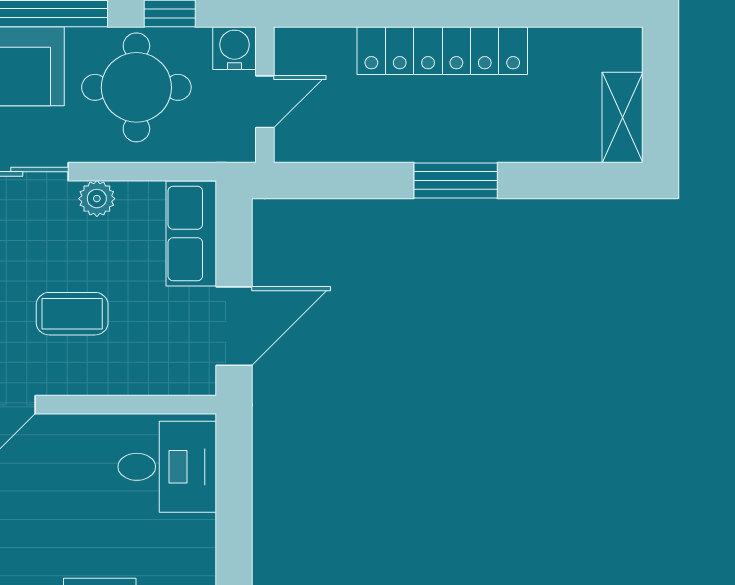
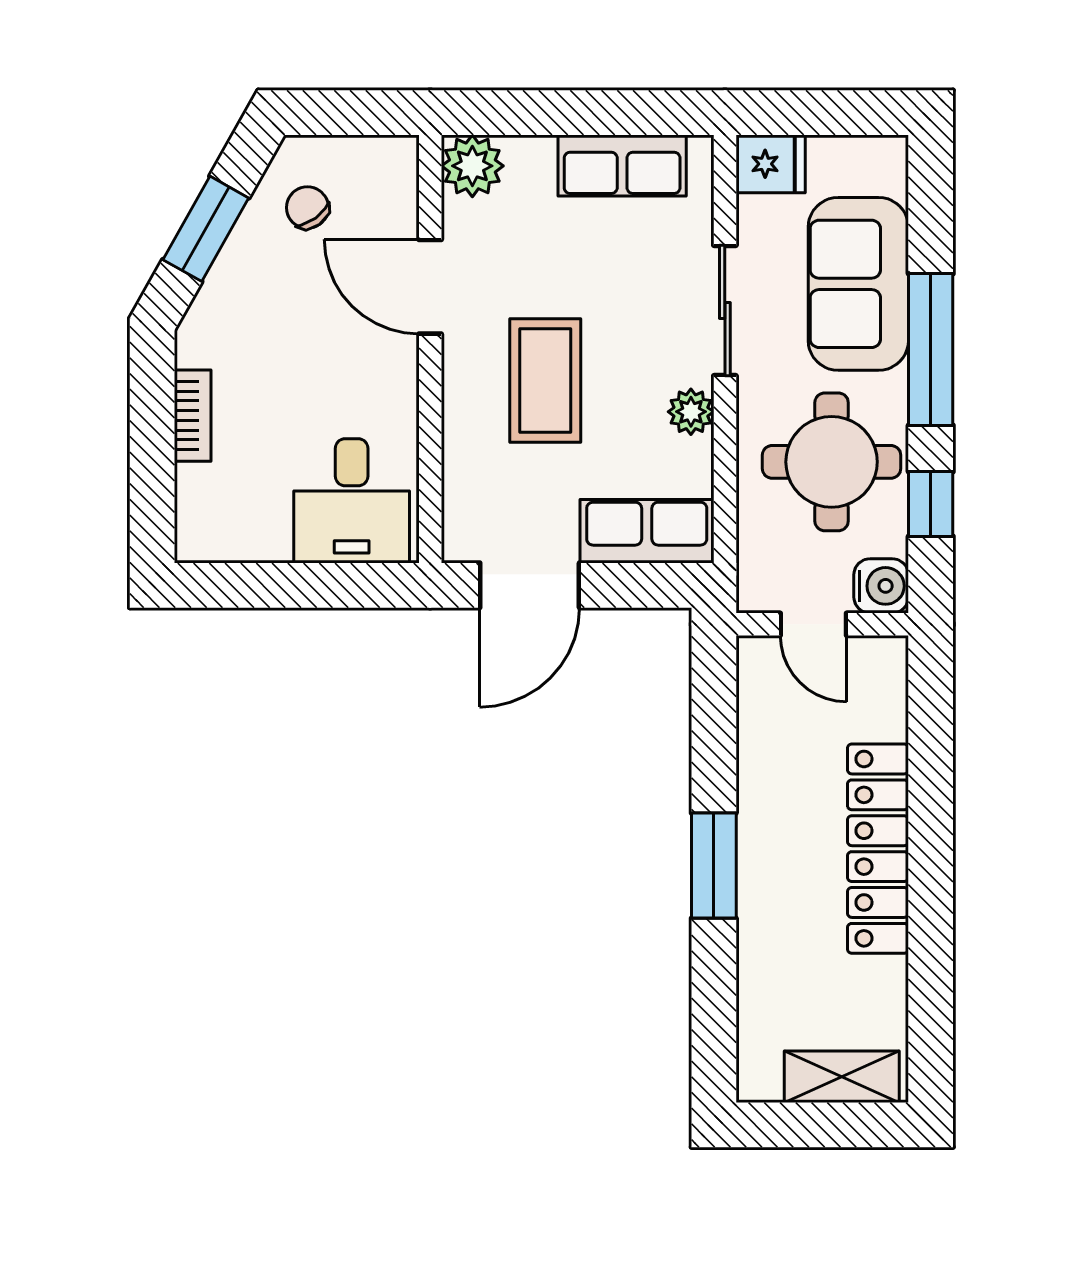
shelving: (623, 118) -> (842, 1077), moved
coffee table: (72, 314) -> (545, 381), width x1.36, depth x1.30
door: (234, 326) -> (530, 585), hinge flipped

